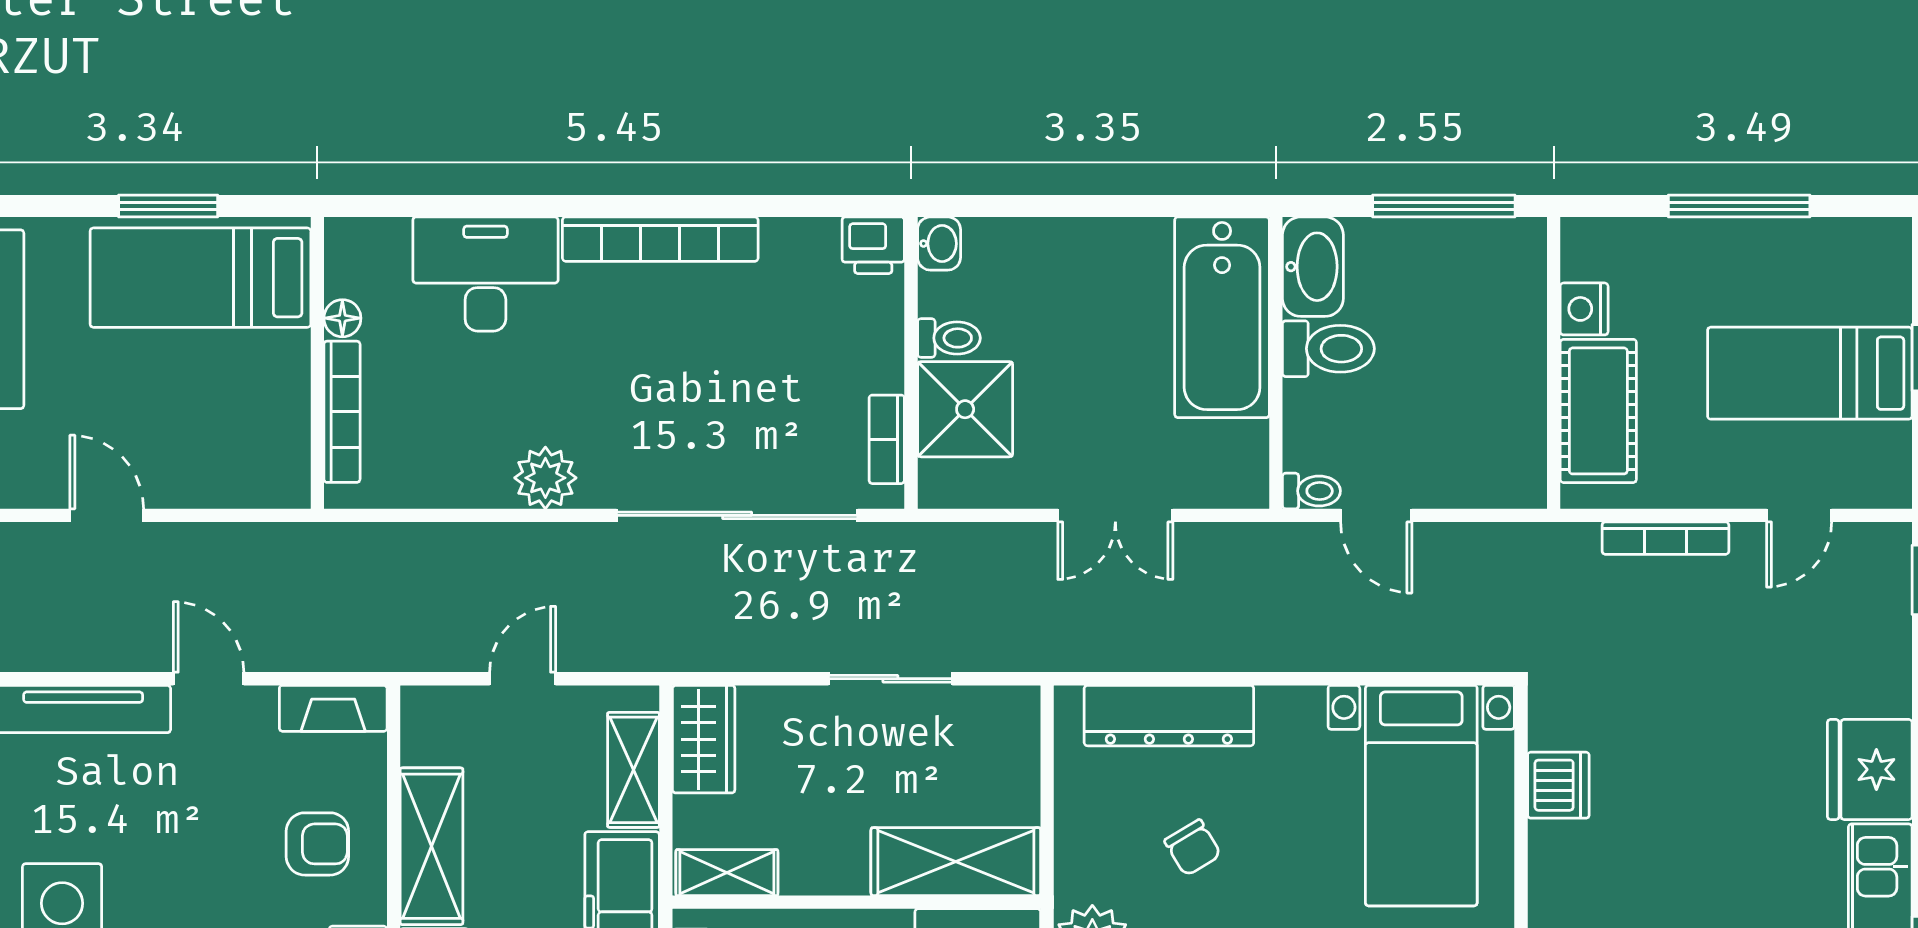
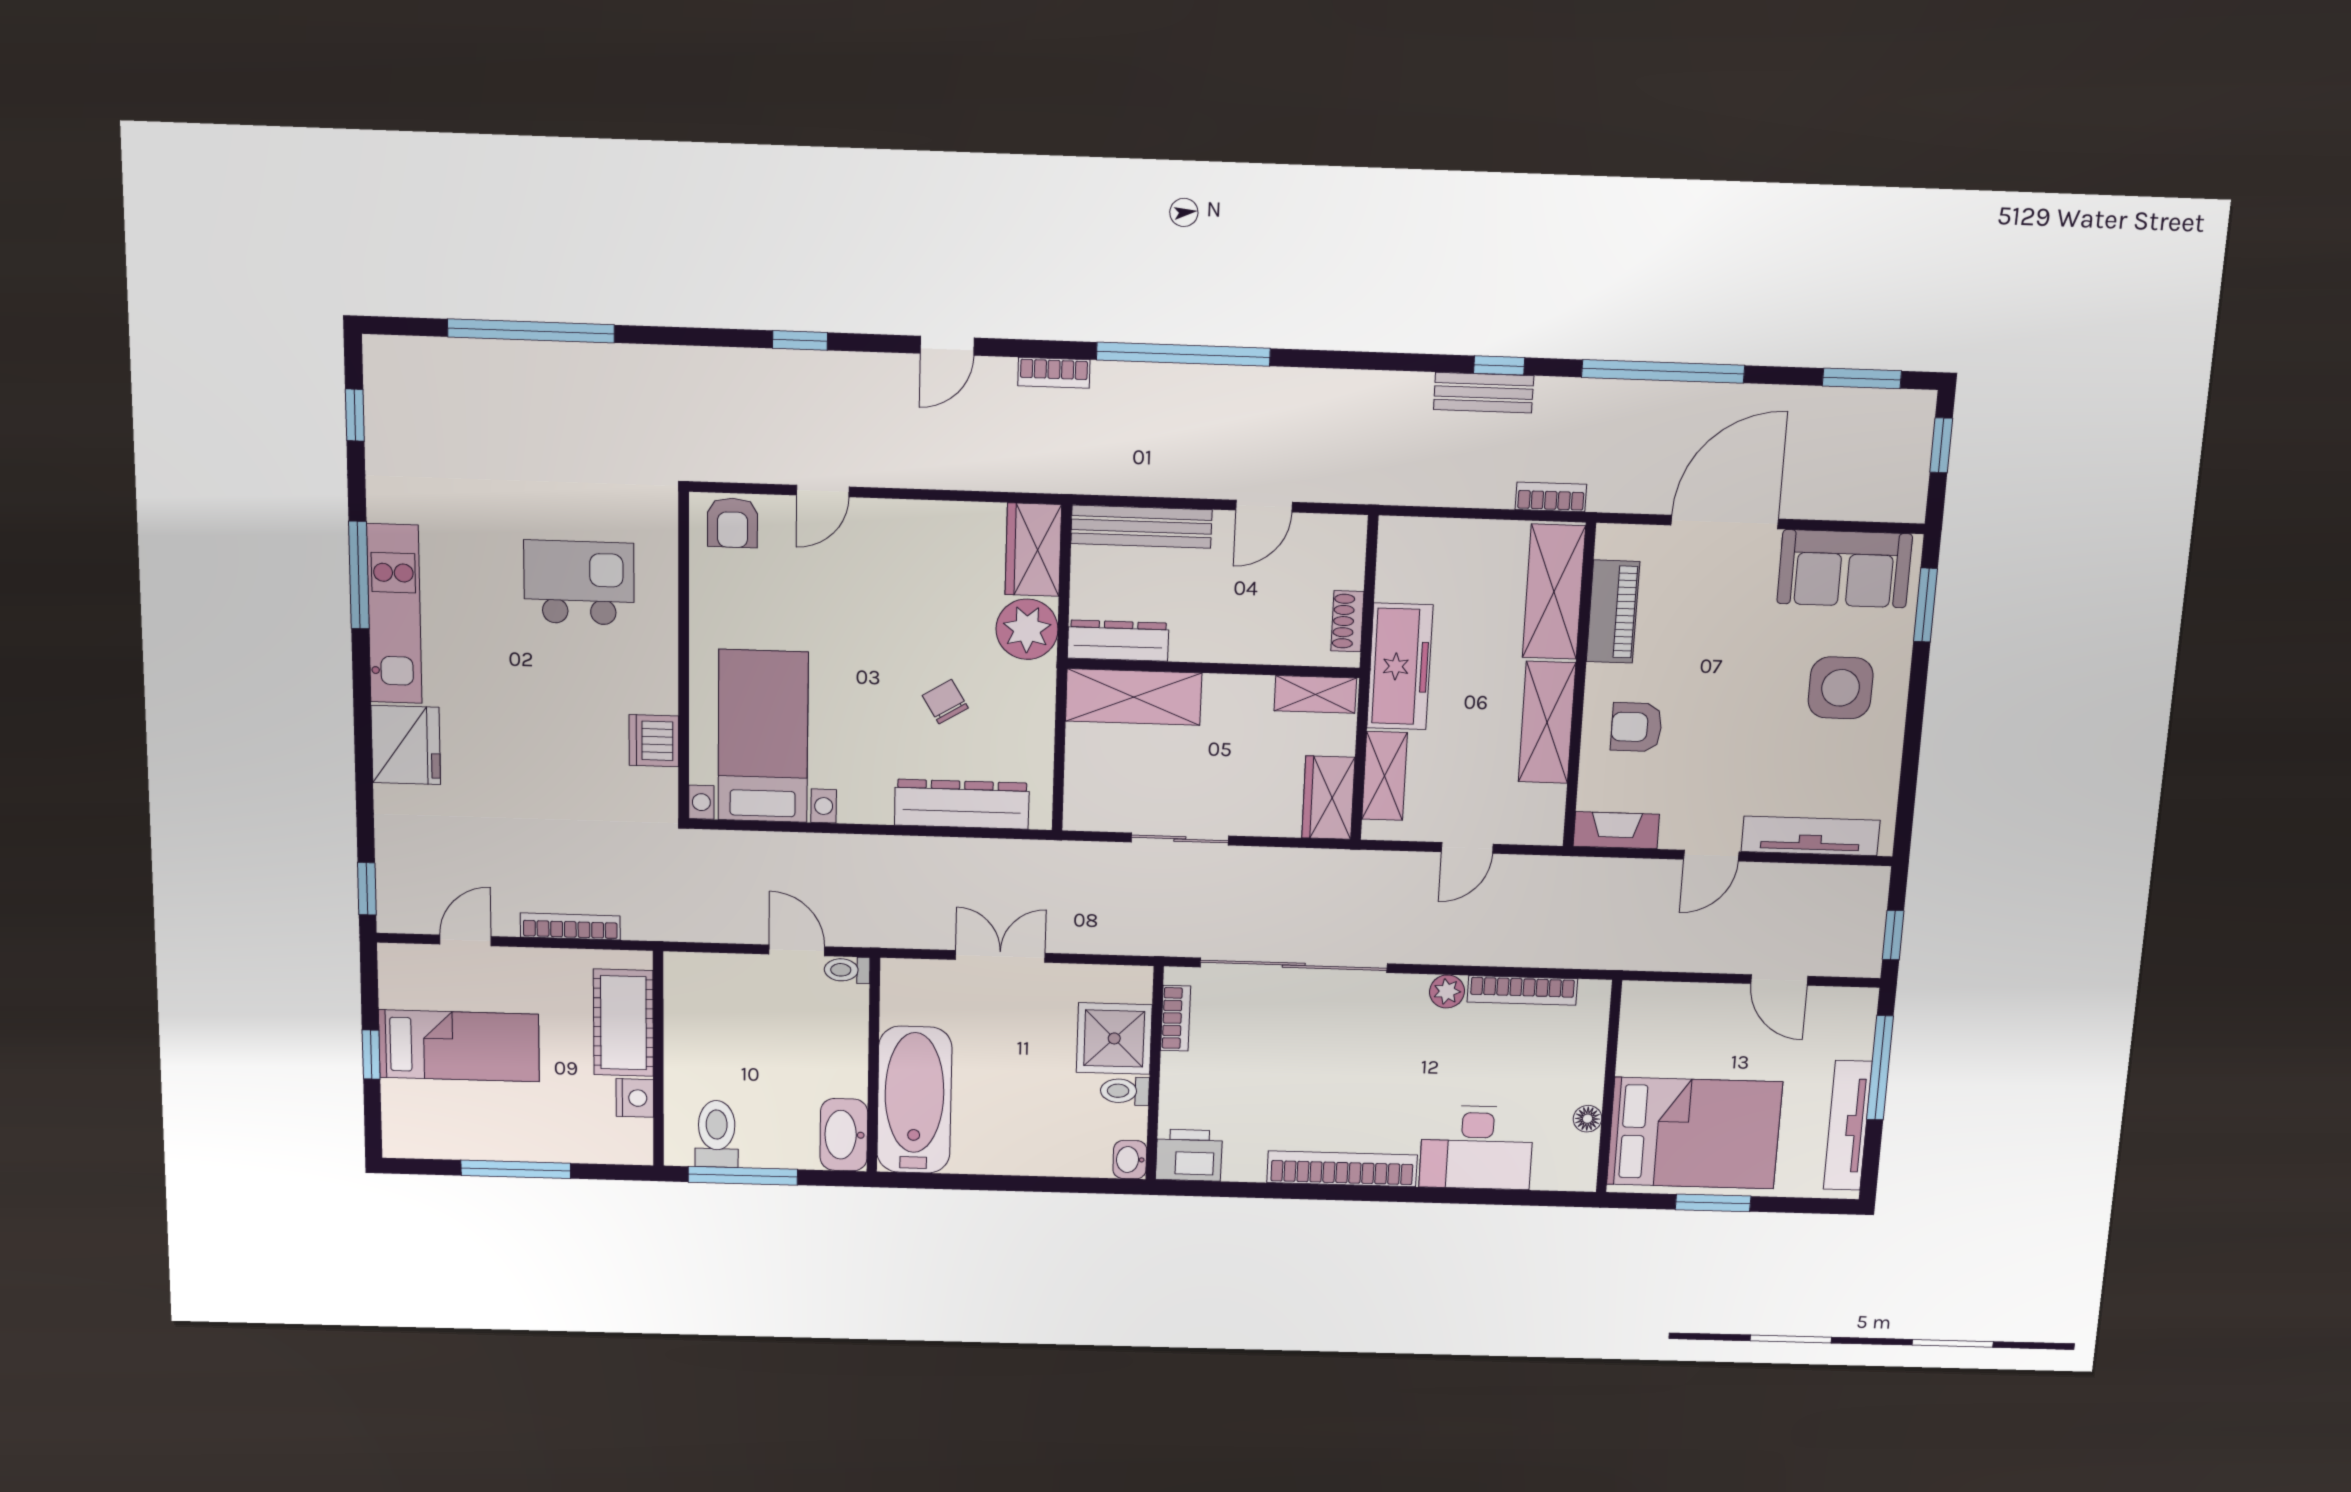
printer: (873, 245) -> (1189, 1155), width x1.36, depth x1.24
bed: (200, 278) -> (1694, 1133), width x1.50
toilet: (1328, 349) -> (717, 1134), moved, turned 90
bookcase: (342, 412) -> (1522, 990), moved, turned -90
plant: (545, 478) -> (1447, 991), width x0.73, depth x0.73
door: (209, 679) -> (1711, 856), hinge flipped

